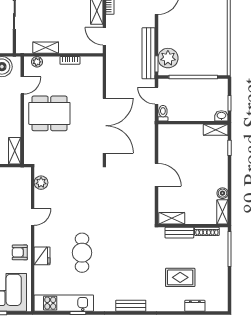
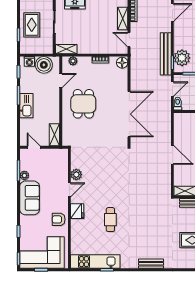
shelving: (46, 48) -> (66, 49), moved
floor lamp: (96, 64) -> (122, 63), added
door: (157, 96) -> (172, 89), swing flipped
dining table: (49, 113) -> (83, 104), width x0.73
plant: (41, 183) -> (76, 175), moved
cafe table: (82, 253) -> (110, 220), width x0.73, depth x0.74
fridge: (42, 256) -> (77, 211), moved

